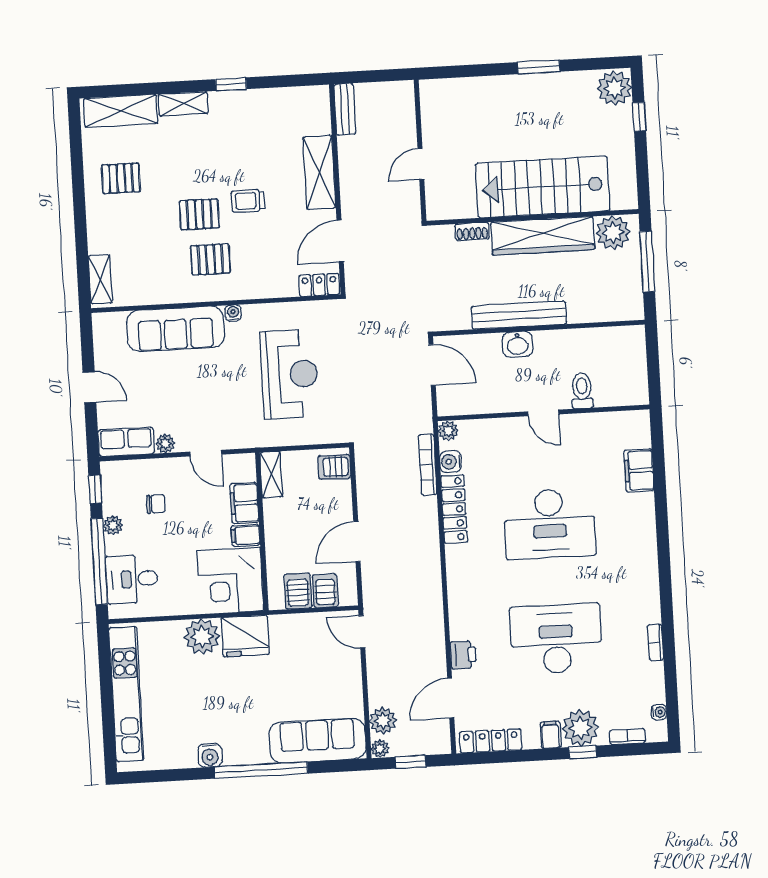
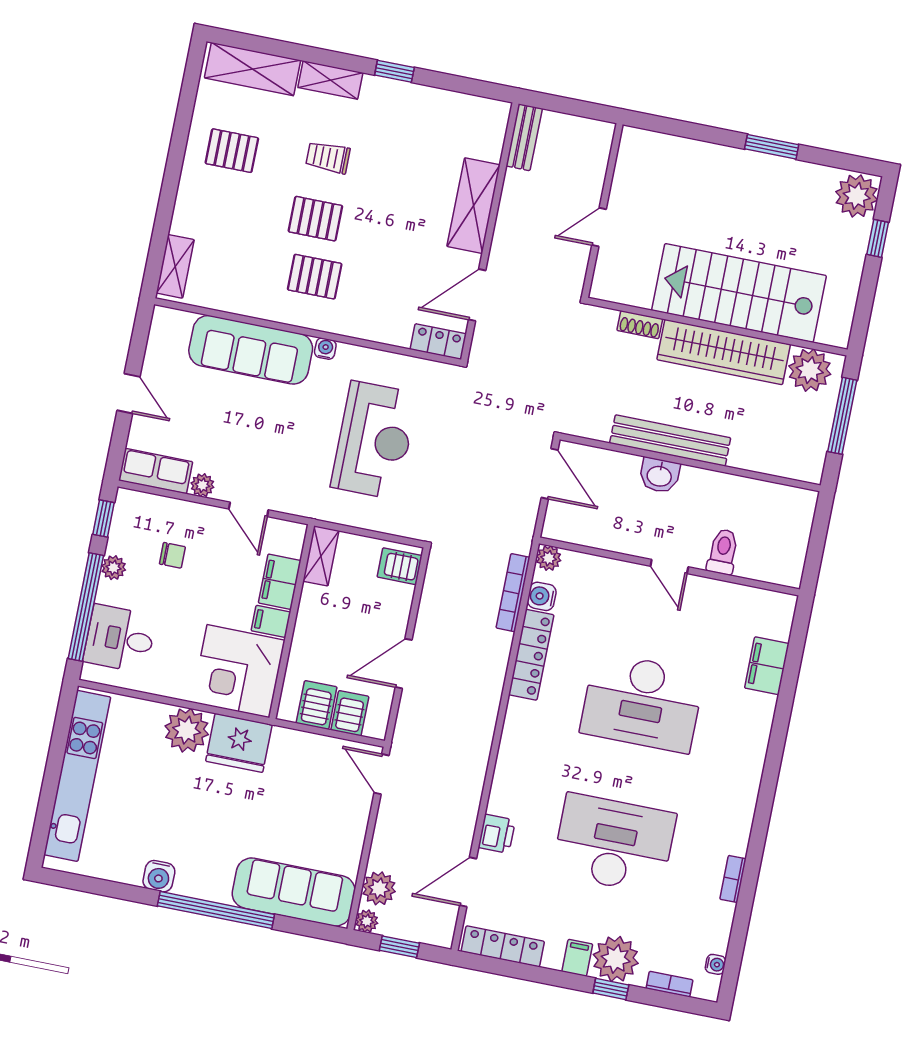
trolley: (248, 201) -> (328, 157), moved

